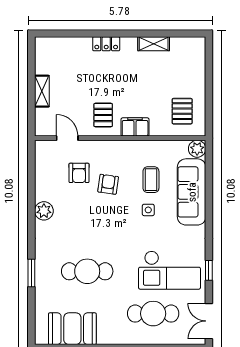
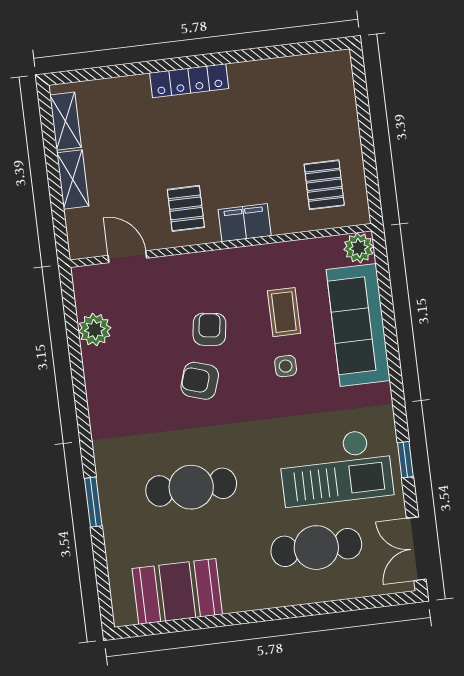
locker: (106, 44) -> (189, 81), width x1.53
shelving: (154, 44) -> (65, 121), moved, turned 90
armchair: (79, 173) -> (200, 381), moved, turned 108
plant: (44, 211) -> (95, 330), moved

